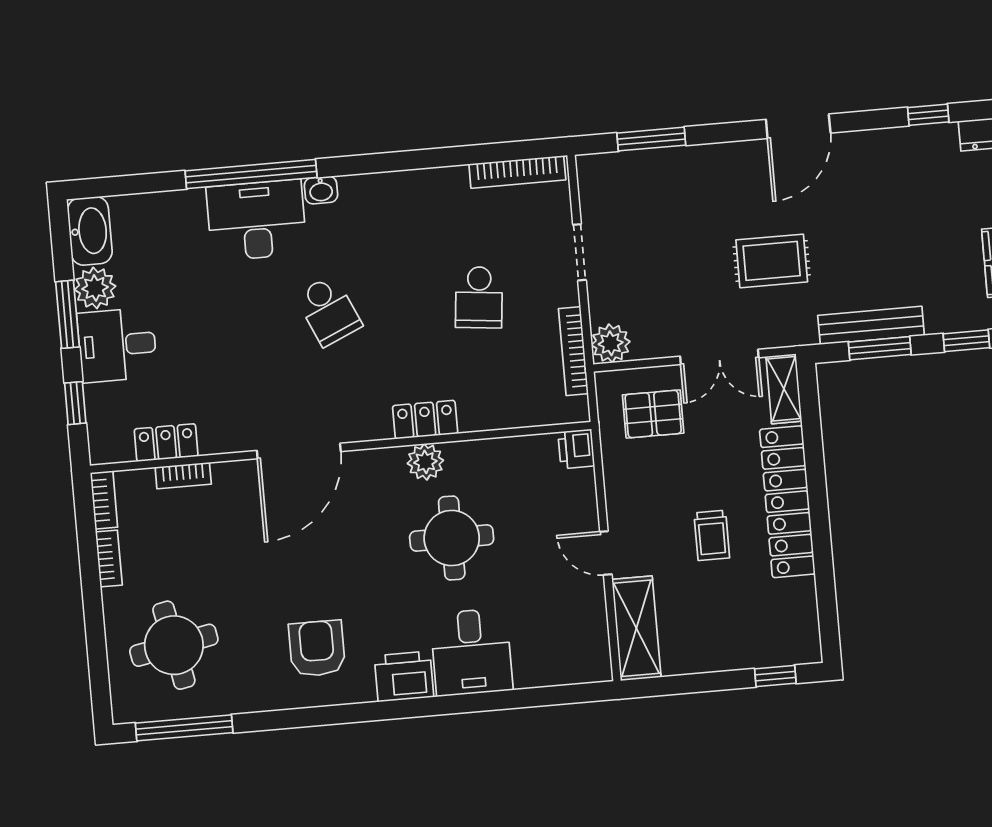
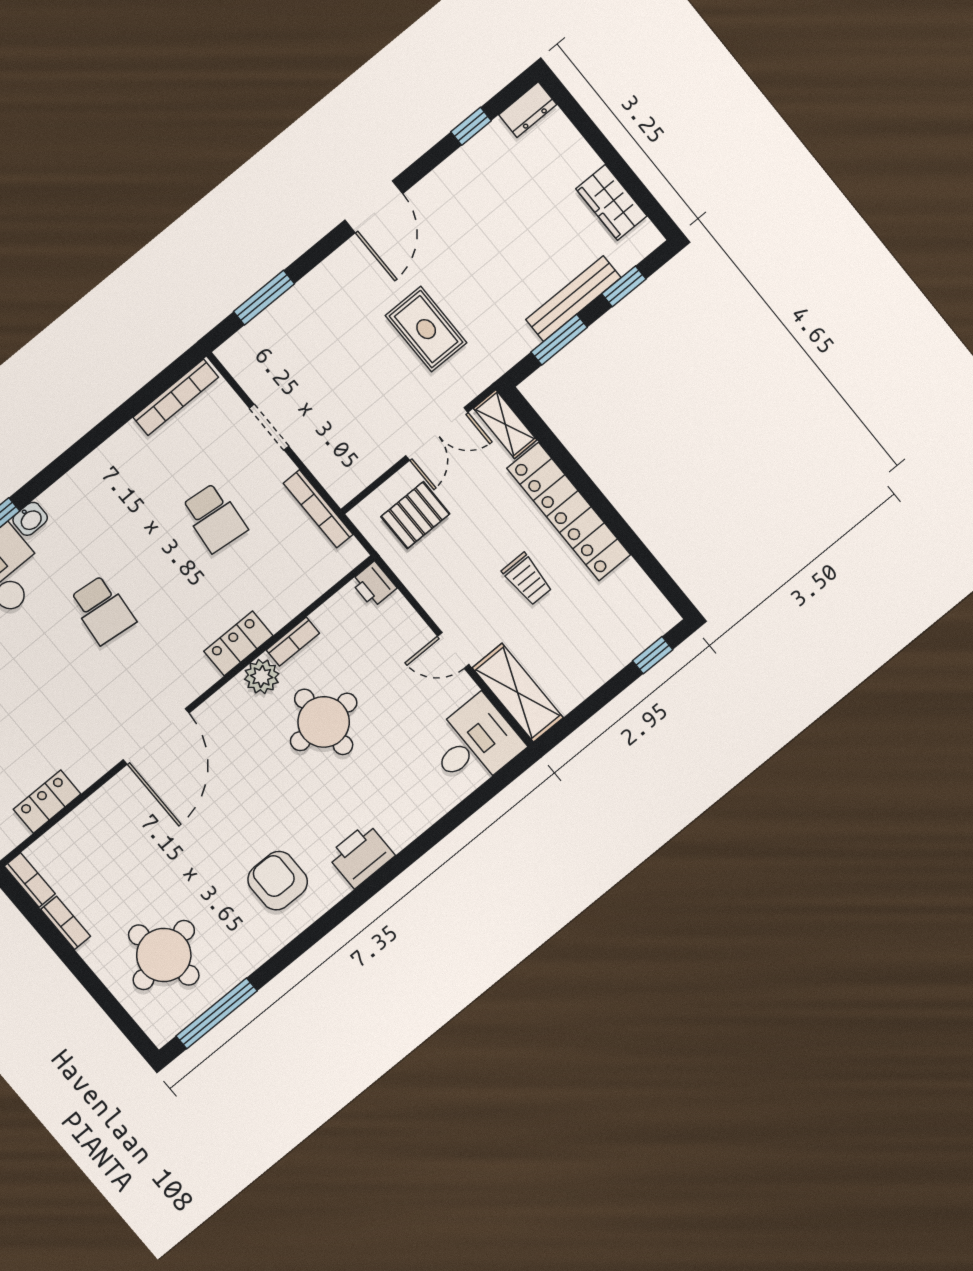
rug: (772, 261) -> (426, 329), turned 90
school desk: (329, 311) -> (103, 610), turned 30
bench: (871, 325) -> (573, 299), moved
plant: (611, 343) -> (343, 482), removed
bookcase: (183, 476) -> (293, 642), moved
desk: (471, 652) -> (474, 744), moved, turned -90

